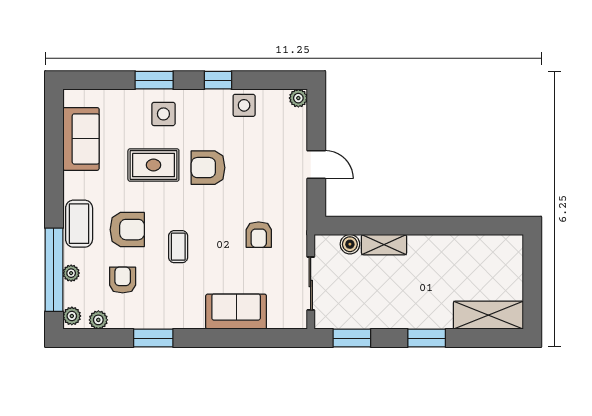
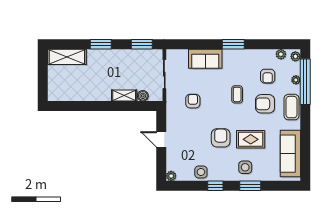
sofa: (81, 139) -> (290, 154), width x1.36
armchair: (208, 168) -> (221, 138), turned -90
window: (153, 338) -> (233, 44), moved

